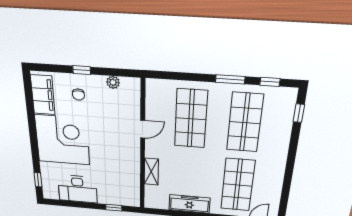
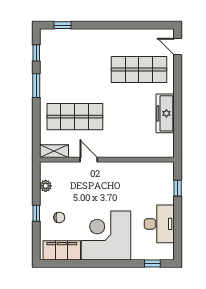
shop shelf: (245, 122) -> (75, 70), removed
shelving: (151, 172) -> (54, 151), moved

